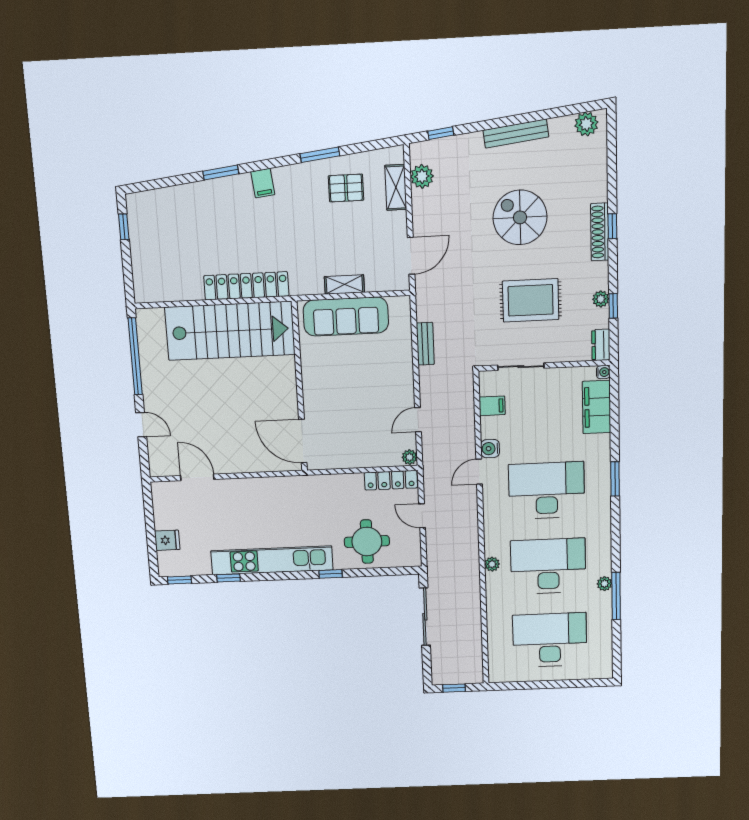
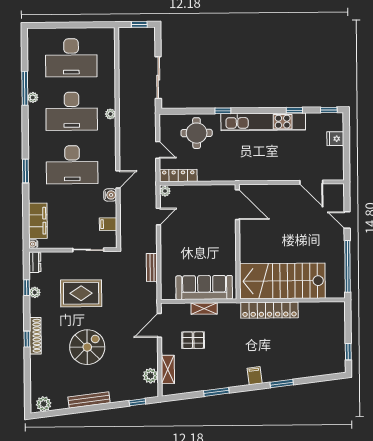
pallet: (346, 188) -> (193, 340), moved
spiral stairs: (520, 217) -> (87, 347), turned -90

